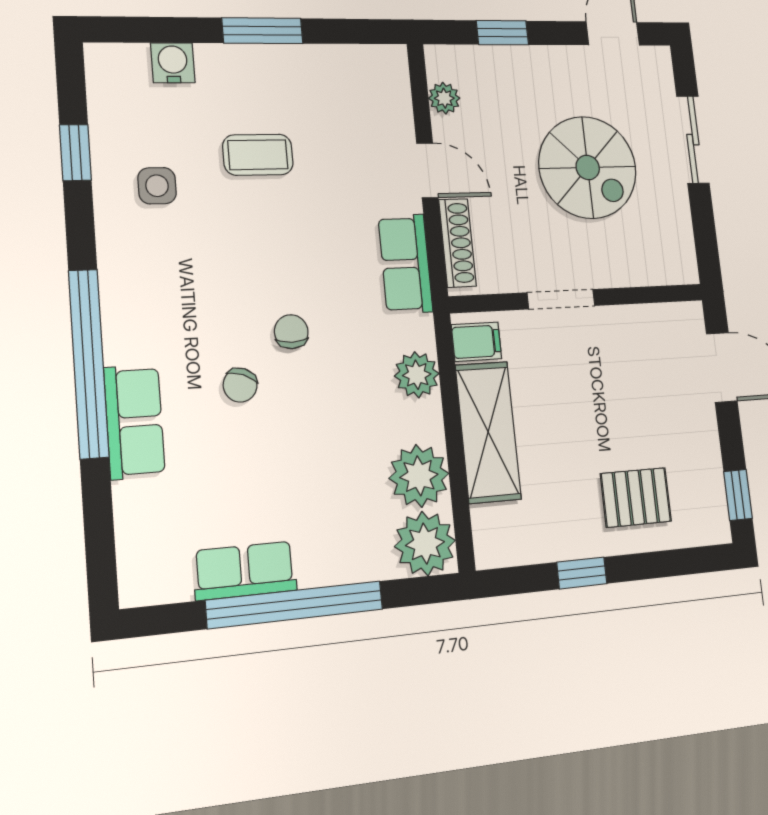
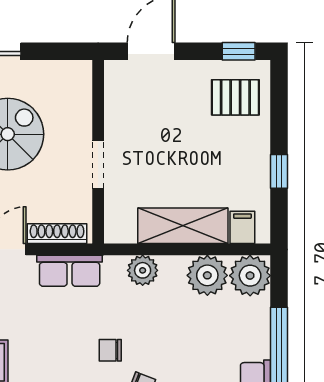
filing cabinet: (476, 342) -> (242, 227), moved
pallet: (636, 497) -> (235, 97), moved, turned 90

